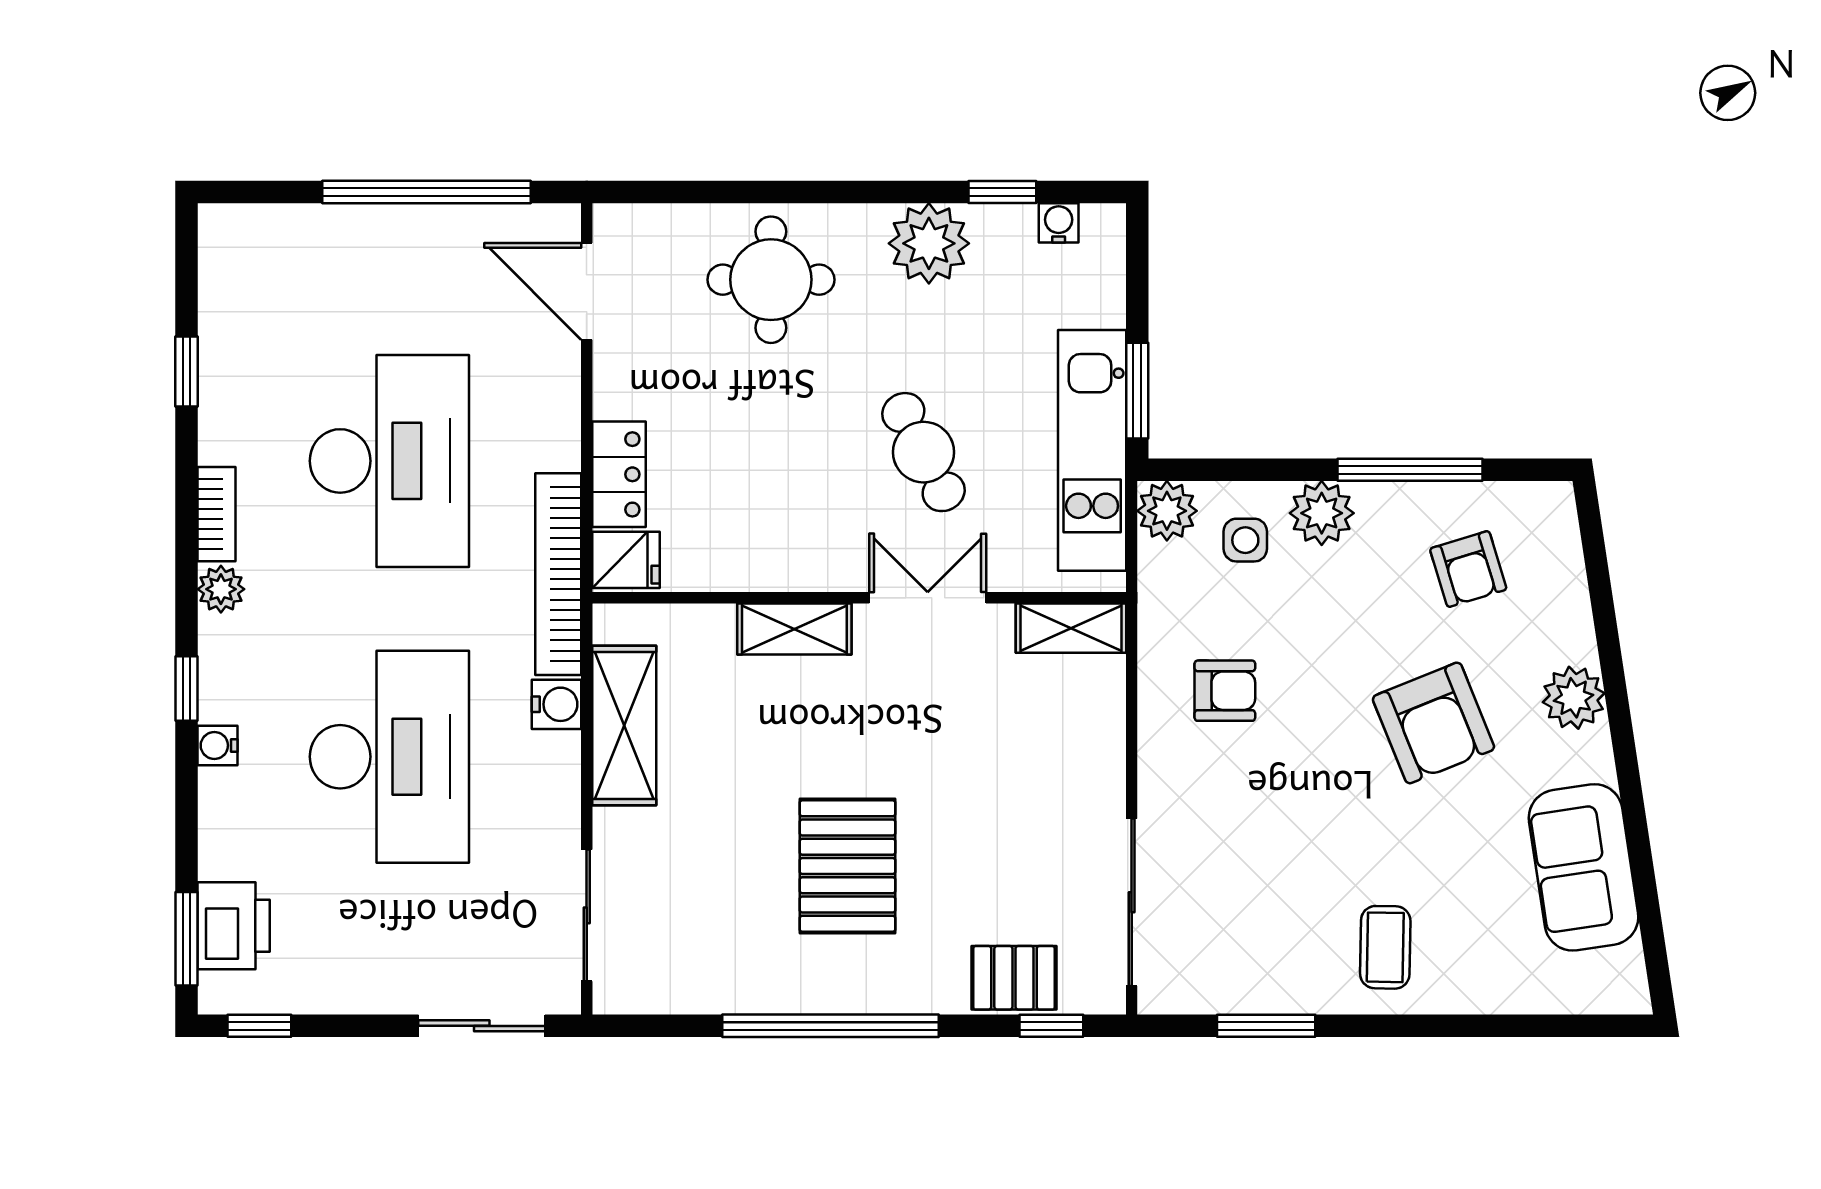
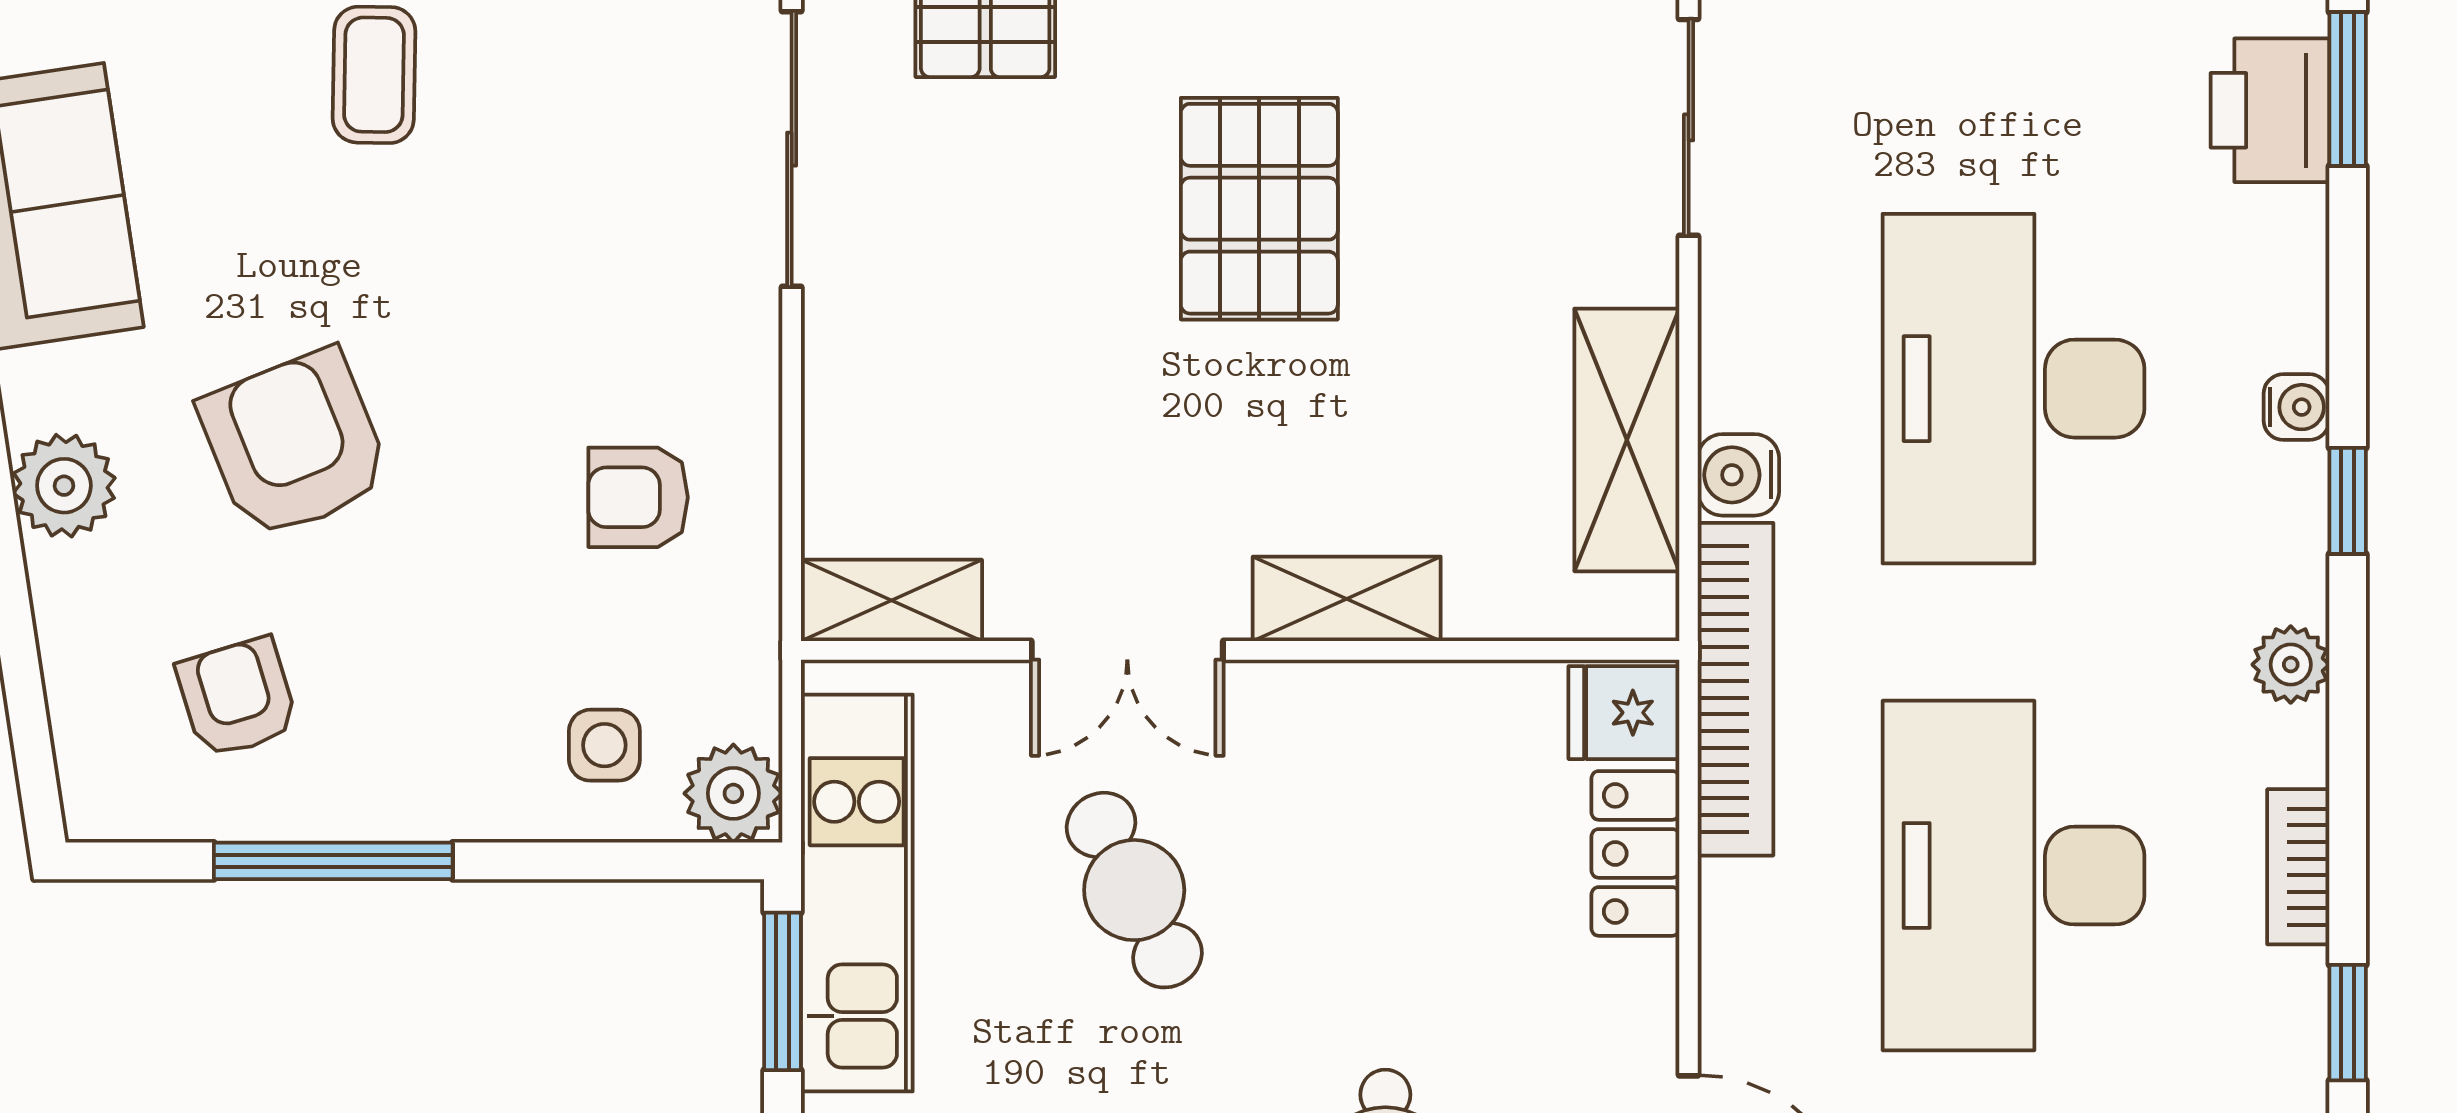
plant: (1322, 513) -> (479, 790), removed
bookcase: (216, 514) -> (2298, 867), moved

